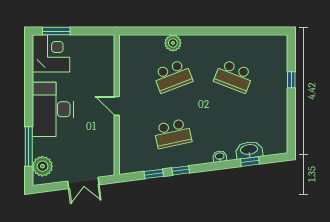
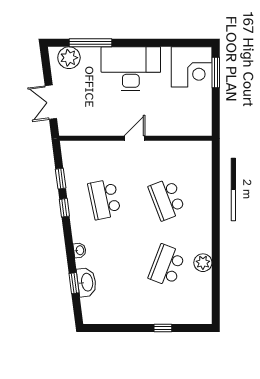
plant: (173, 43) -> (203, 263), moved

